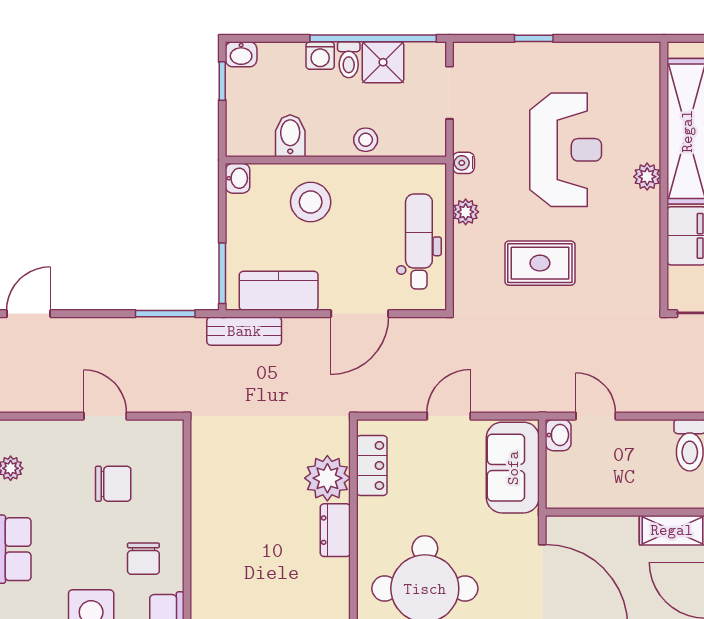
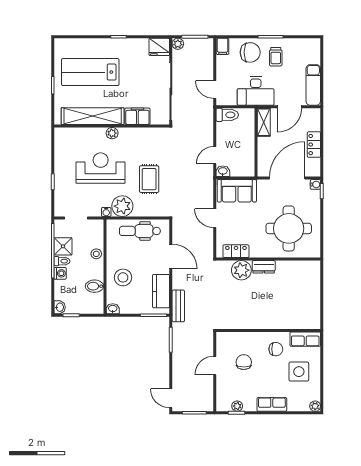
plant: (466, 212) -> (122, 206), width x1.87, depth x1.87

